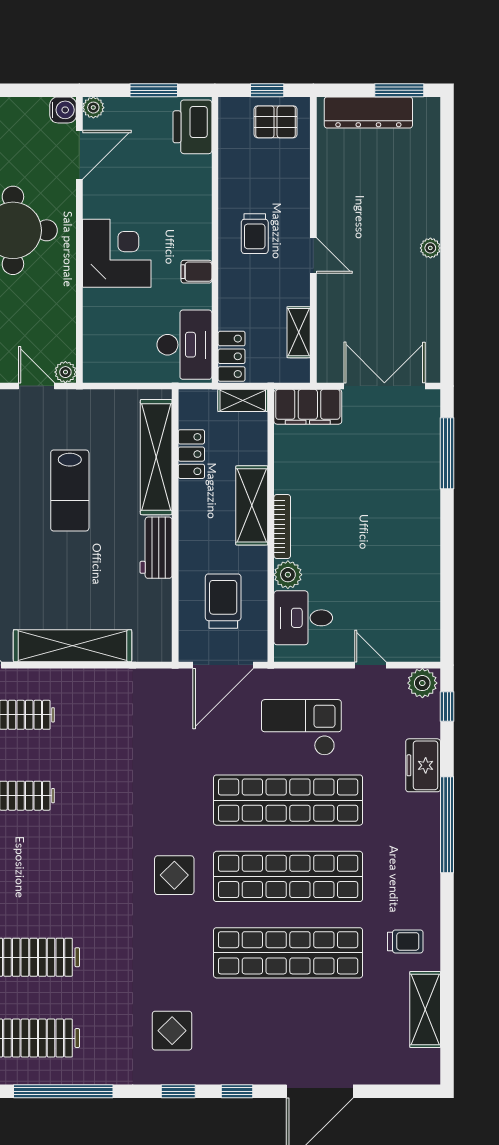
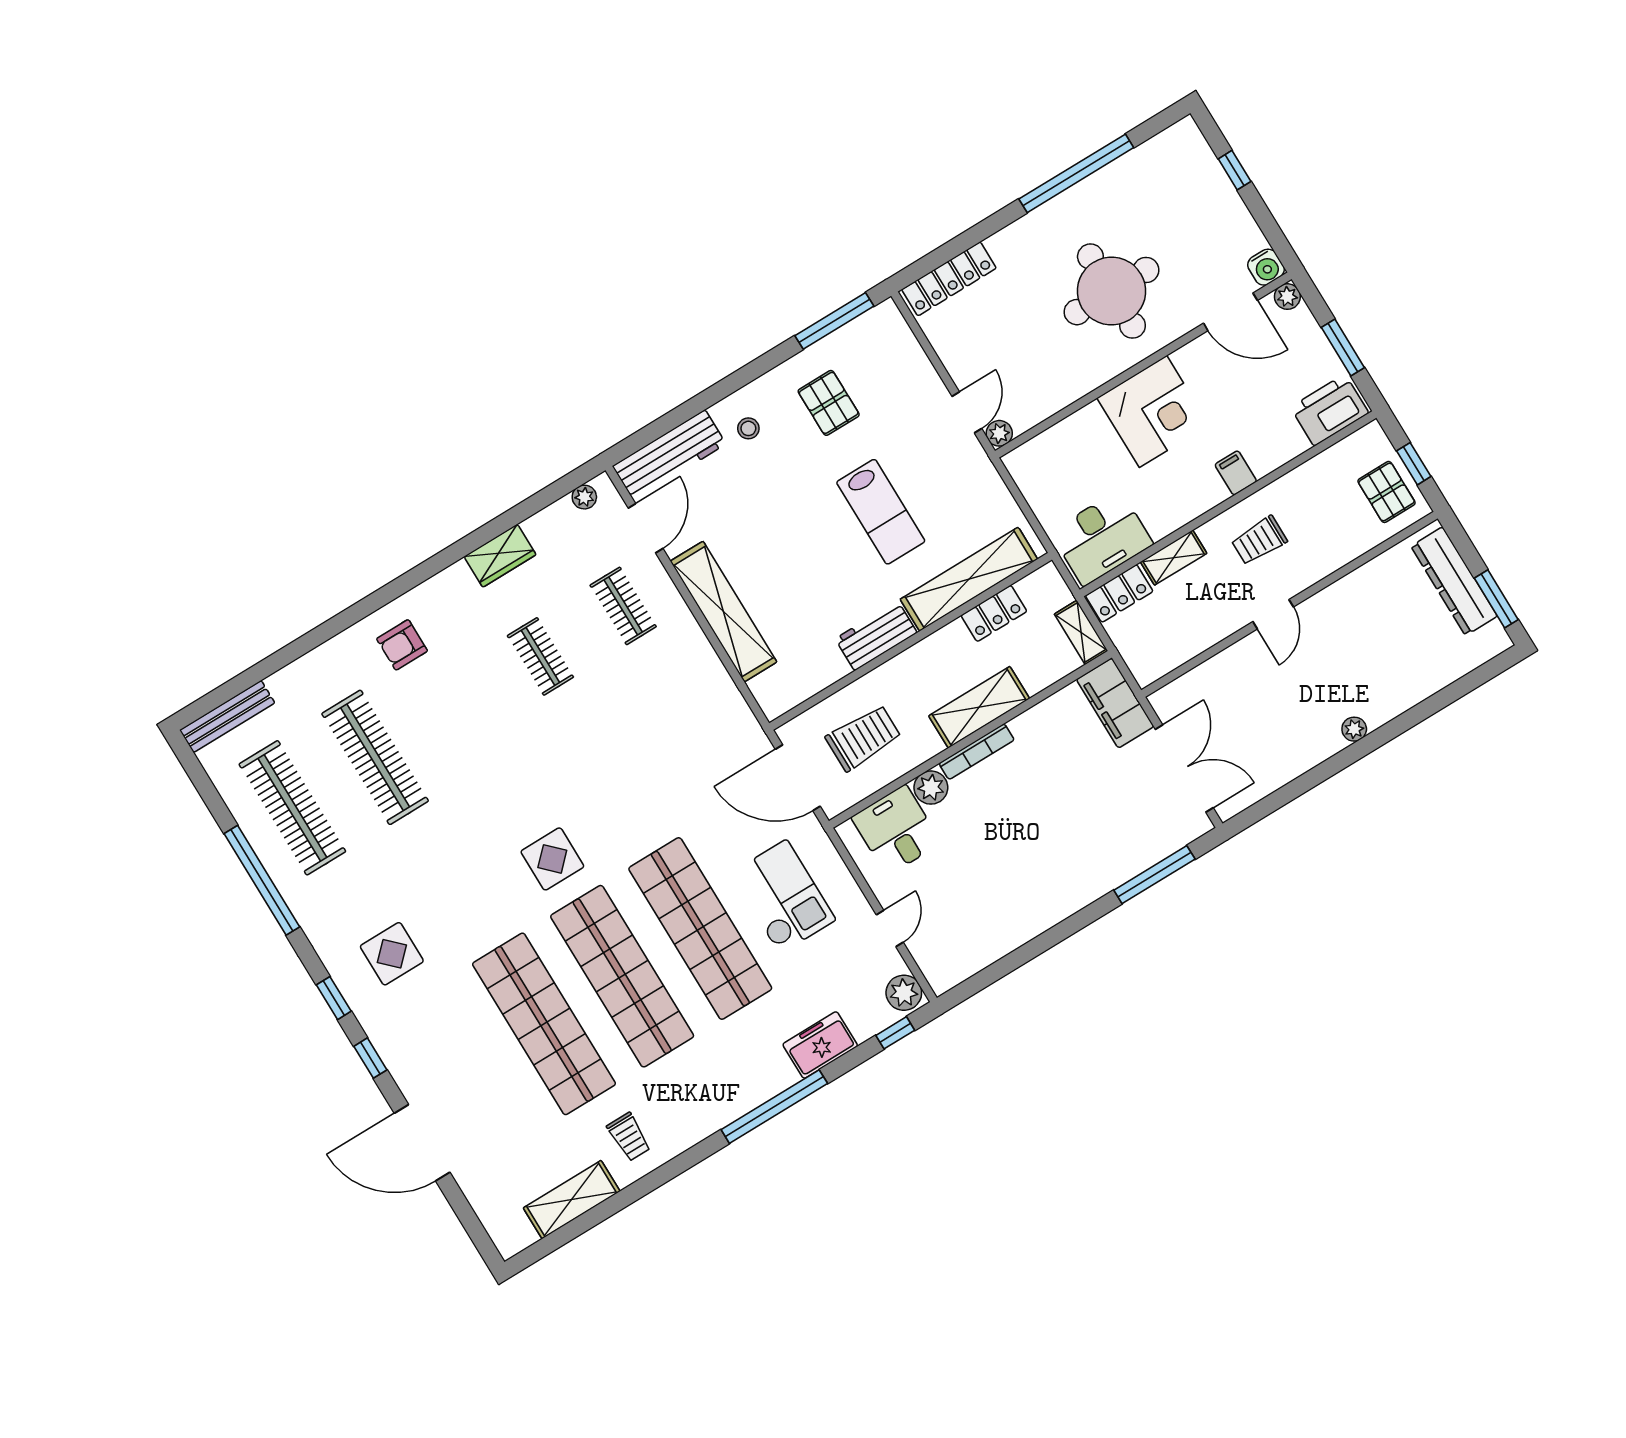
filing cabinet: (196, 272) -> (1236, 473), moved
shelving: (299, 332) -> (1174, 558), moved
lab bench: (70, 491) -> (881, 512), turned -90

